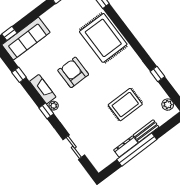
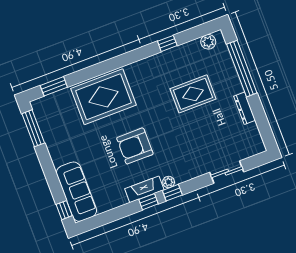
window: (19, 75) -> (149, 202), moved
rug: (125, 105) -> (193, 94), turned 90
bench: (146, 131) -> (233, 78), removed
window: (137, 150) -> (242, 69), moved

